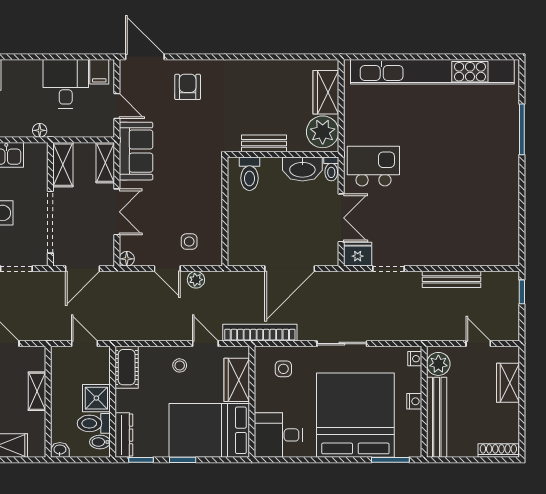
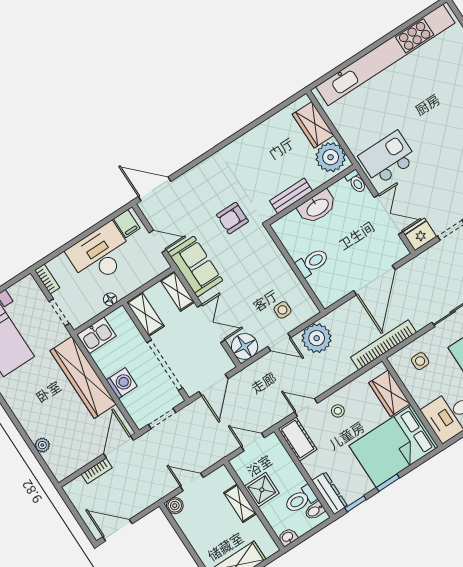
desk: (66, 84) -> (100, 254), width x1.37
armchair: (188, 87) -> (232, 218), moved, turned -90
washbasin: (302, 169) -> (317, 207), moved
toilet: (249, 174) -> (312, 262), moved, turned -90
floor lamp: (127, 259) -> (245, 346), width x1.89, depth x1.89
plant: (196, 280) -> (317, 338), width x1.88, depth x1.88
door: (205, 344) -> (306, 407), moved
shower: (96, 398) -> (262, 490), moved

